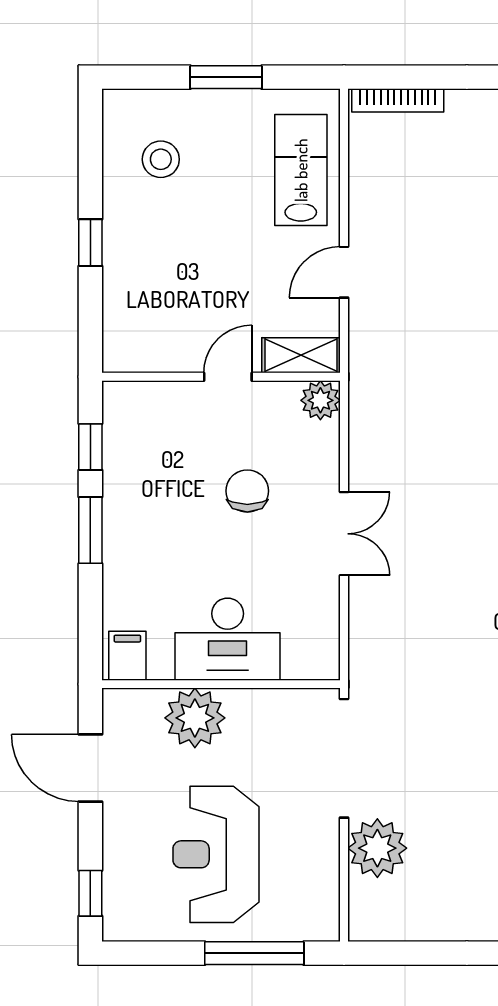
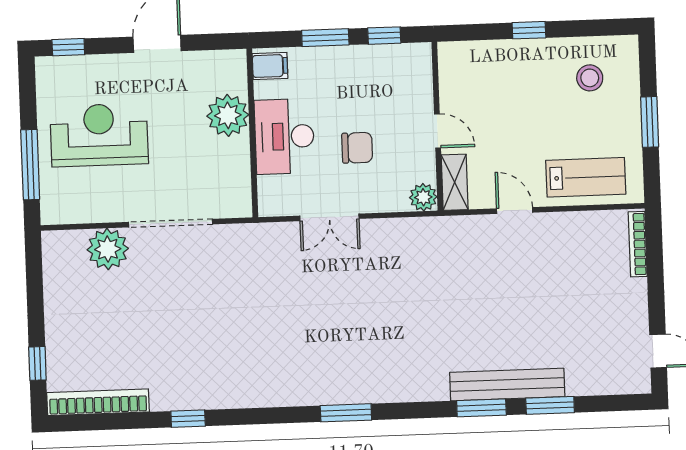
desk: (228, 639) -> (284, 136), moved
filing cabinet: (127, 656) -> (270, 66), moved
wall: (221, 684) -> (252, 133), moved
plant: (195, 718) -> (228, 115), moved

